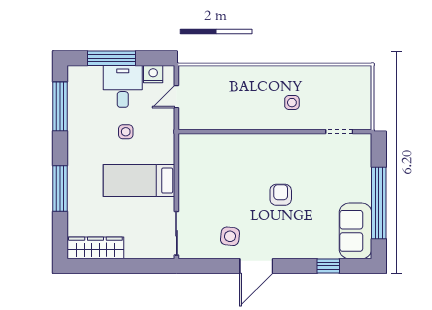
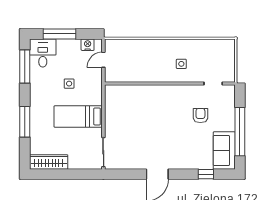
desk: (123, 86) -> (43, 53), moved
armchair: (281, 195) -> (200, 116), moved
side table: (230, 236) -> (139, 154), removed

